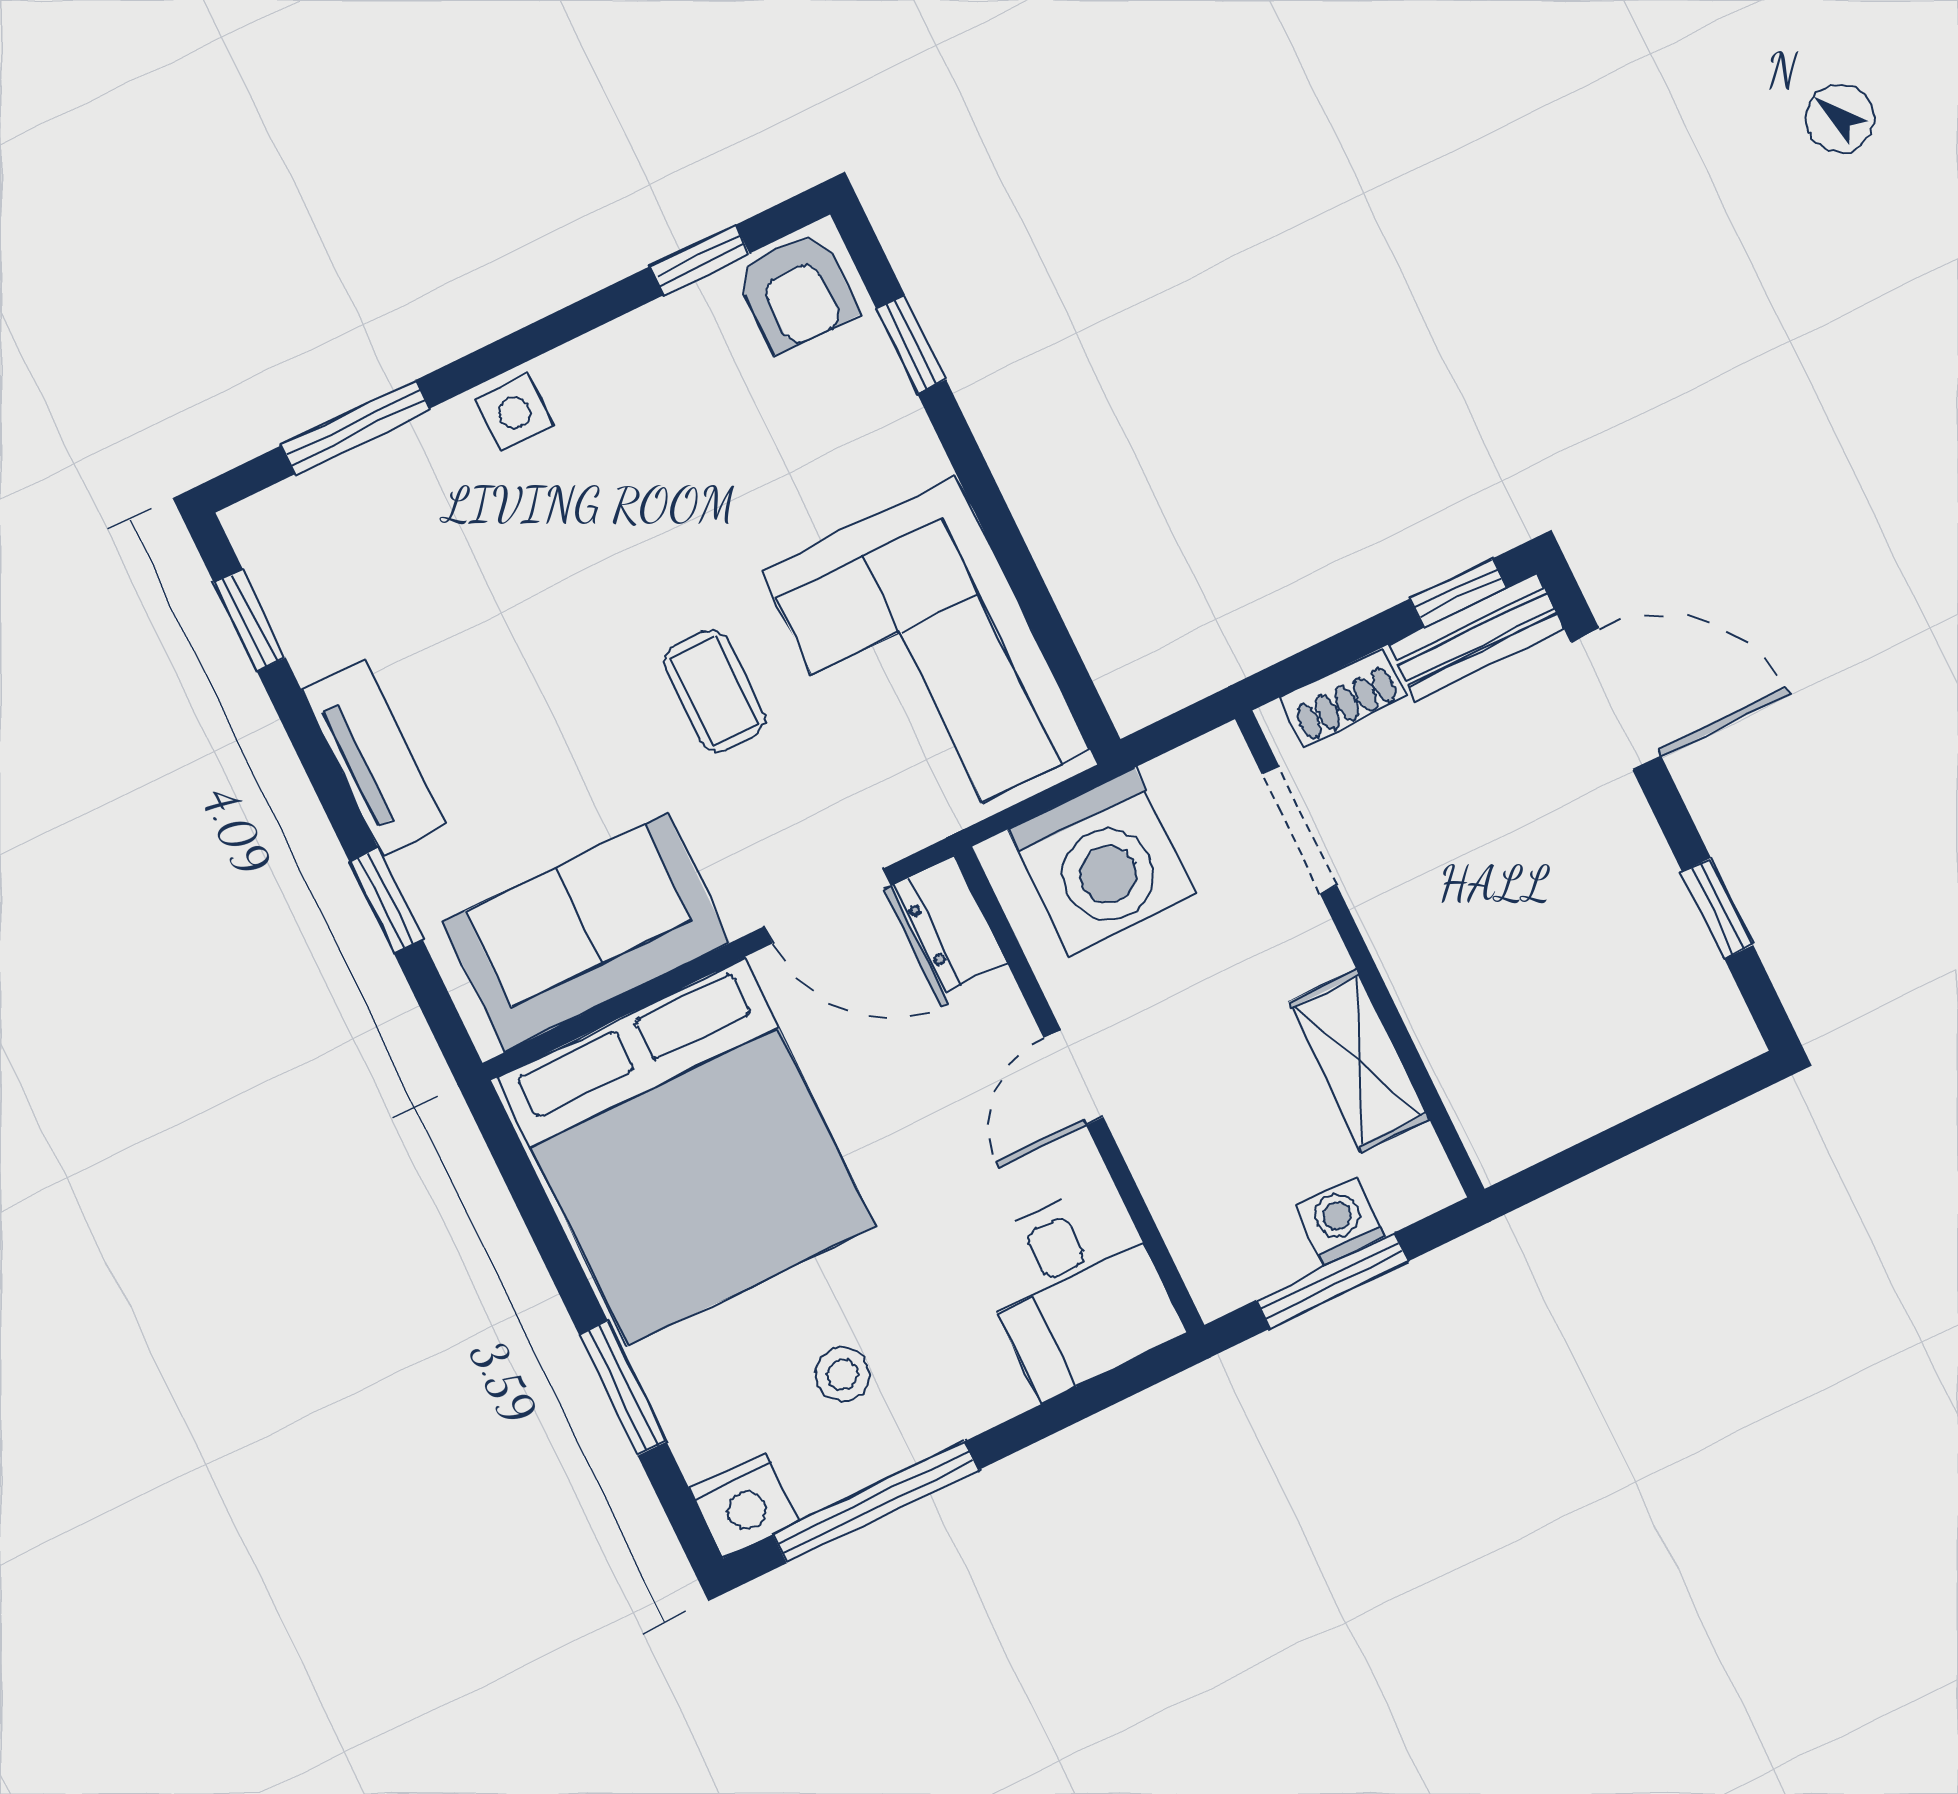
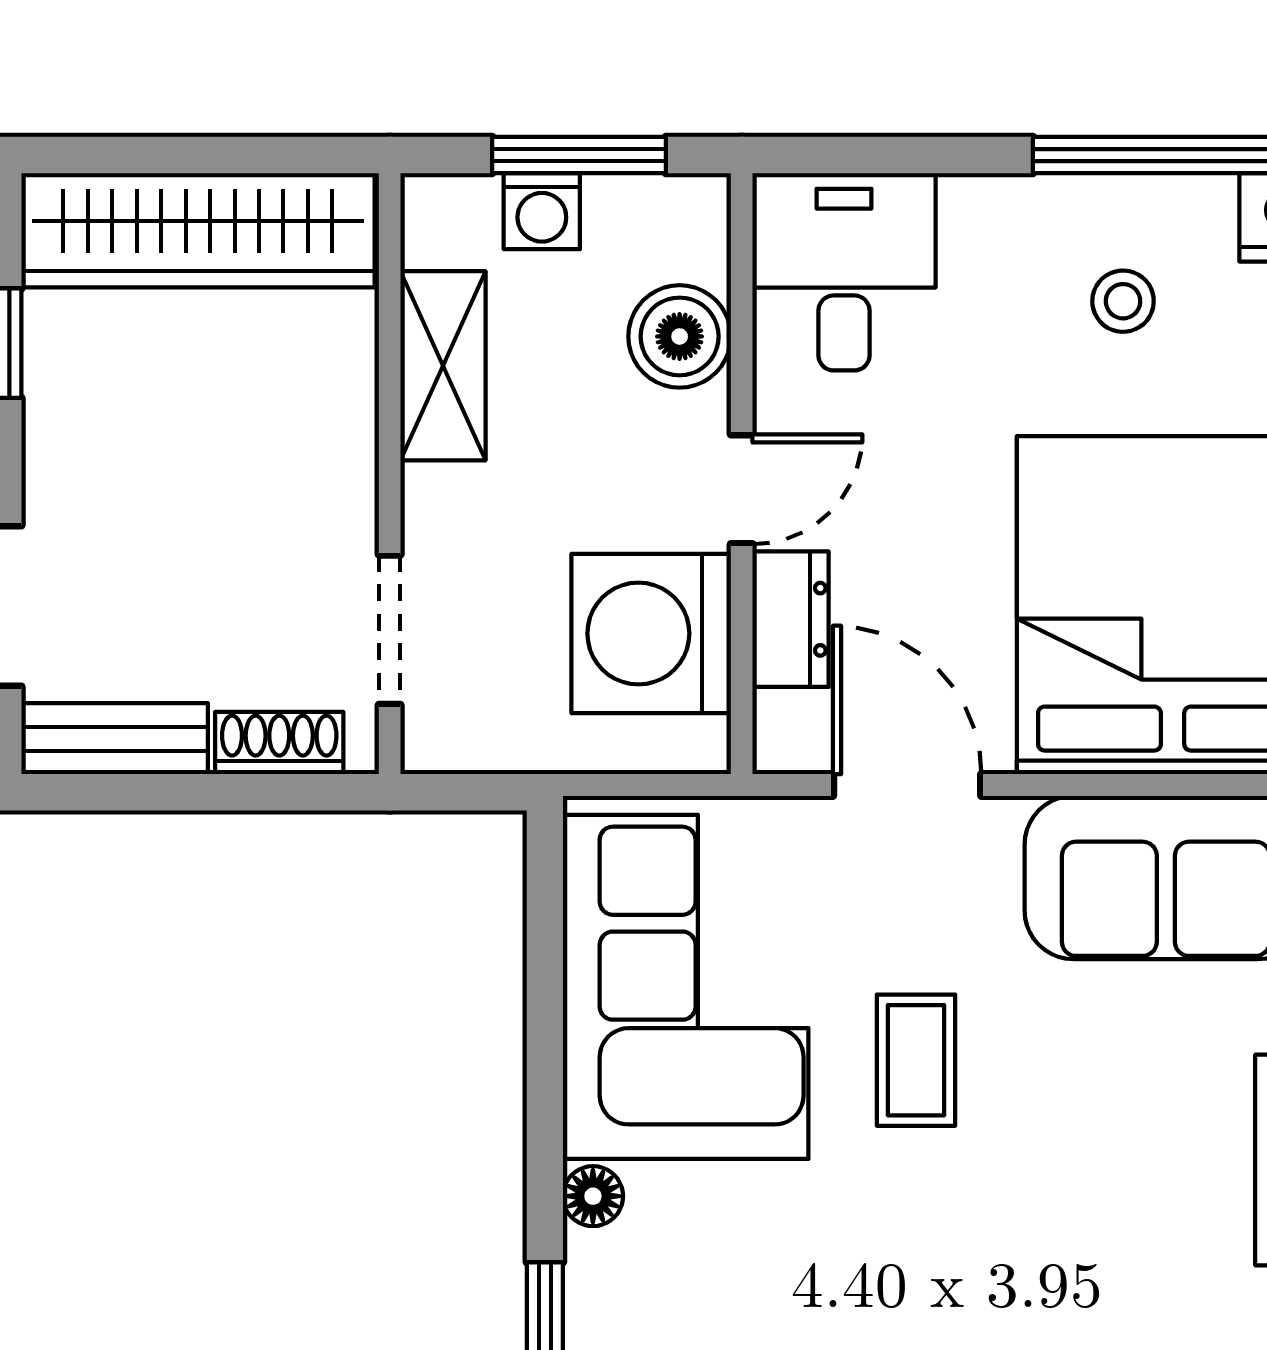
floor lamp: (919, 458) -> (593, 1196), added
window: (1458, 593) -> (112, 792), removed
washing machine: (1102, 862) -> (651, 634), moved, turned -90
dresser: (951, 924) -> (791, 619), moved
wardrobe: (1606, 1073) -> (198, 230), added
boiler: (1182, 1175) -> (680, 336), added

